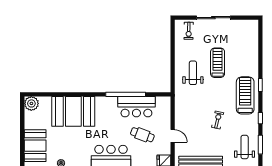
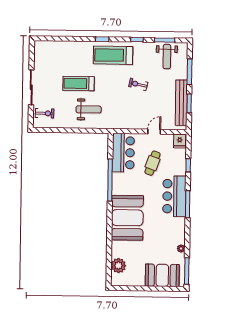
weight bench: (193, 73) -> (89, 109), turned 180
plant: (31, 103) -> (118, 266), moved
bar counter: (136, 107) -> (123, 153), moved
booth: (73, 111) -> (127, 218), moved
weight bench: (245, 147) -> (167, 57), turned -90

